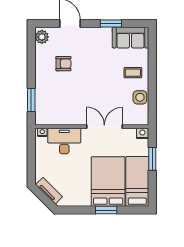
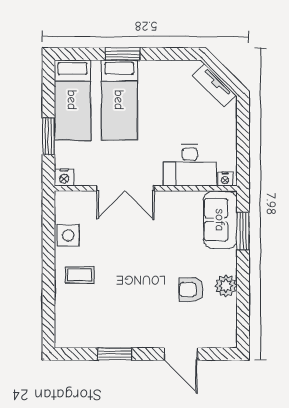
plant: (42, 37) -> (226, 286), moved
sofa: (130, 38) -> (220, 220), moved, turned -90
bed: (108, 182) -> (119, 100), width x0.67

